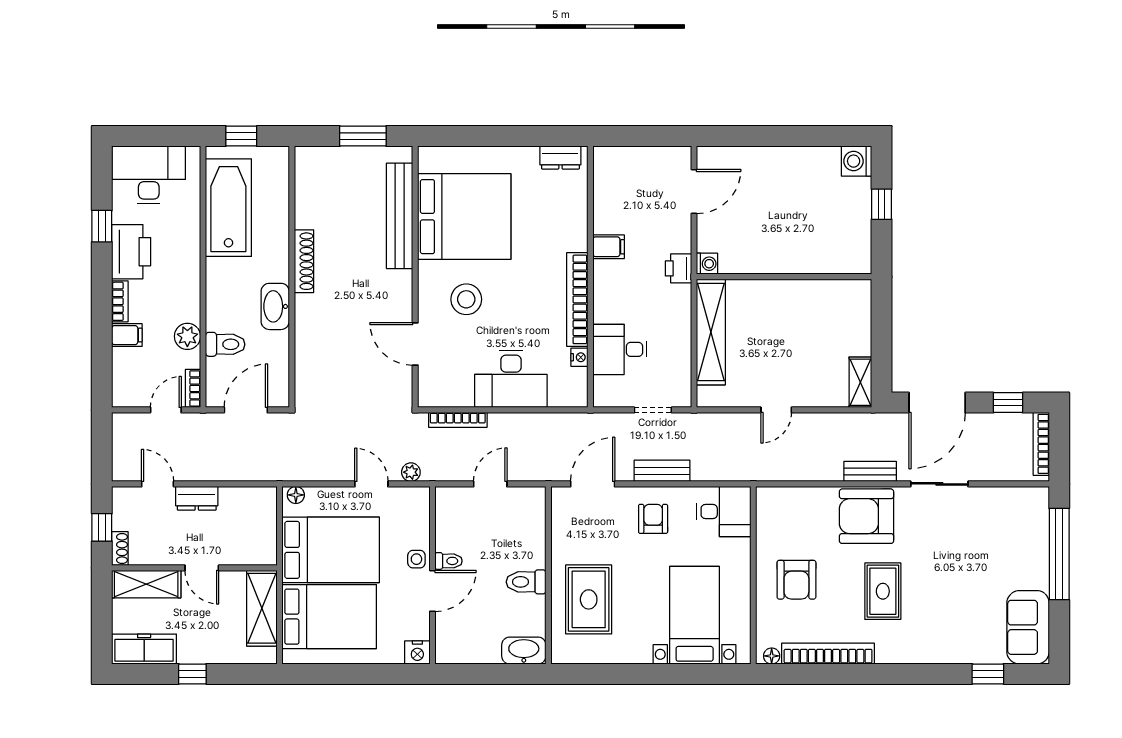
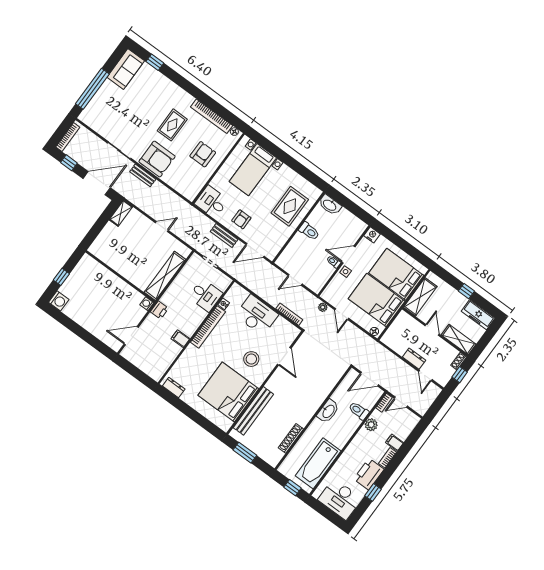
shoe rack: (304, 261) -> (291, 438), moved

